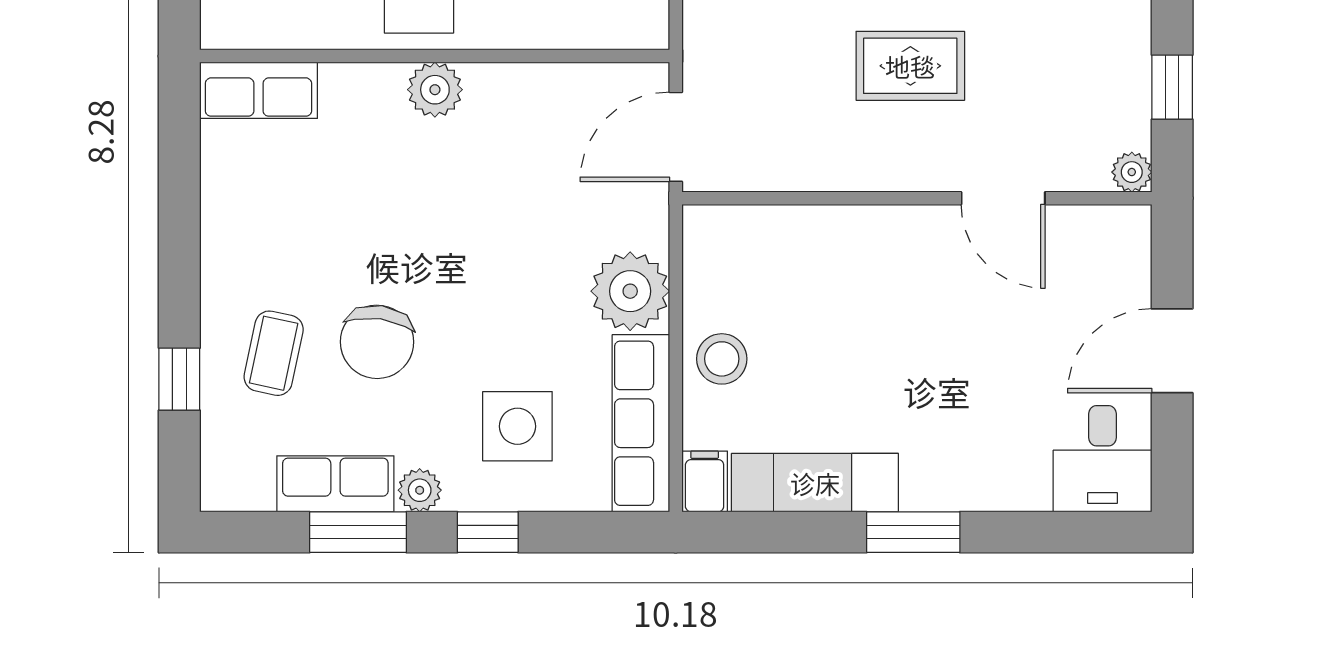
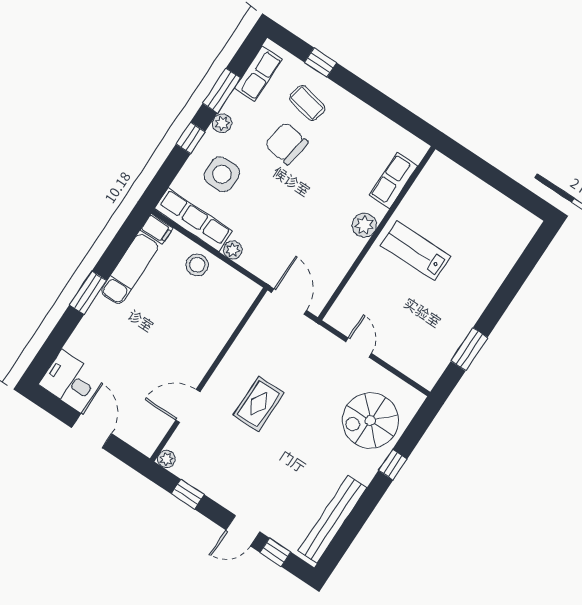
row of seats: (258, 90) -> (393, 181), moved
plant: (630, 291) -> (233, 250), width x0.53, depth x0.53
row of seats: (335, 484) -> (258, 74), moved

